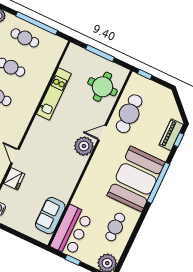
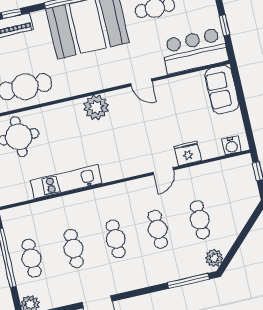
door: (102, 133) -> (141, 82), moved
sofa: (50, 216) -> (222, 90), moved, turned 90

